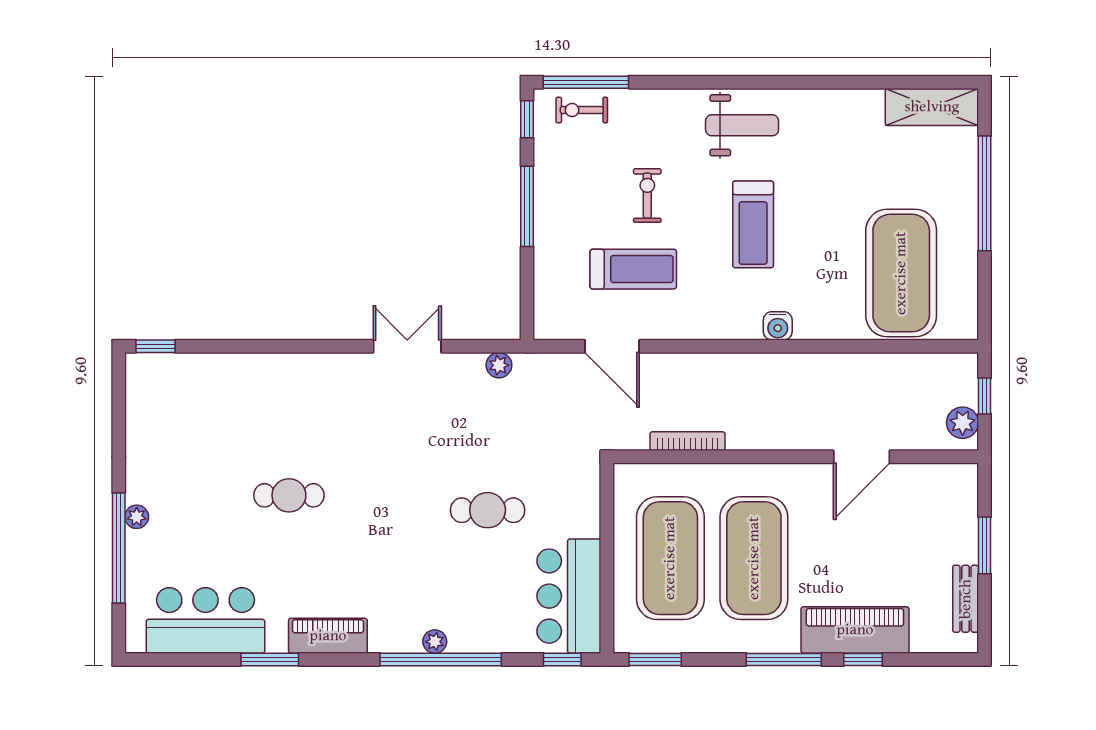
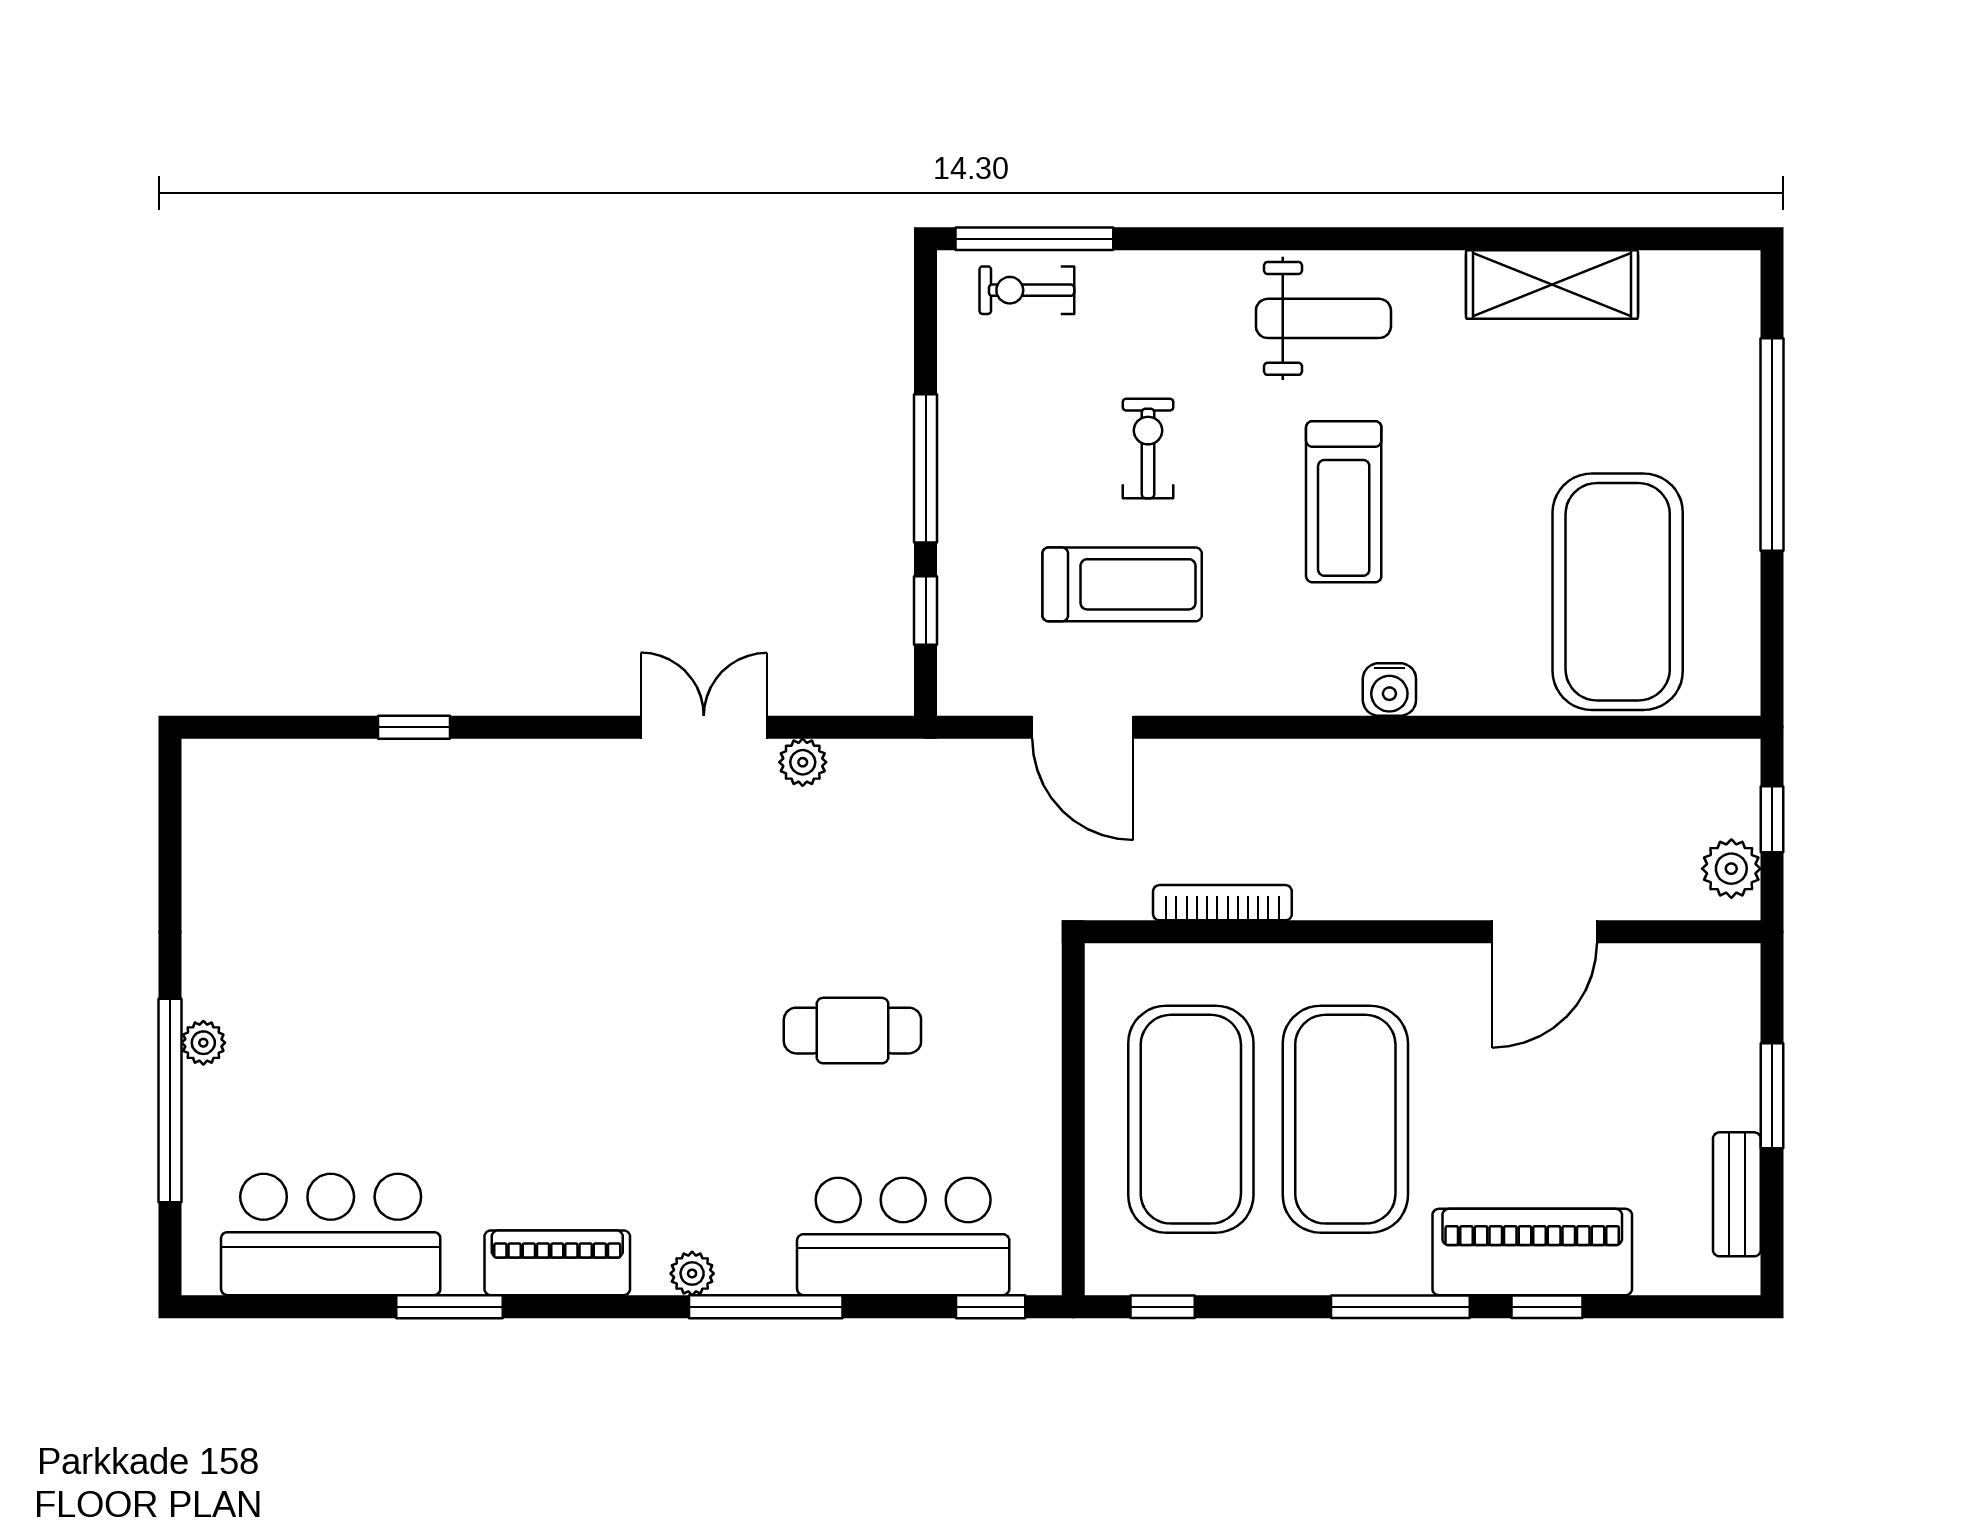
shelving: (932, 107) -> (1552, 285), moved
window: (527, 119) -> (926, 611), moved
window: (156, 346) -> (414, 727), moved
plant: (499, 365) -> (803, 762), moved
cafe table: (289, 495) -> (485, 1003), removed
bar counter: (569, 596) -> (903, 1236), moved, turned 90
plant: (435, 642) -> (692, 1273), moved
window: (441, 659) -> (766, 1307), width x0.68
window: (655, 659) -> (1163, 1307), width x0.67

